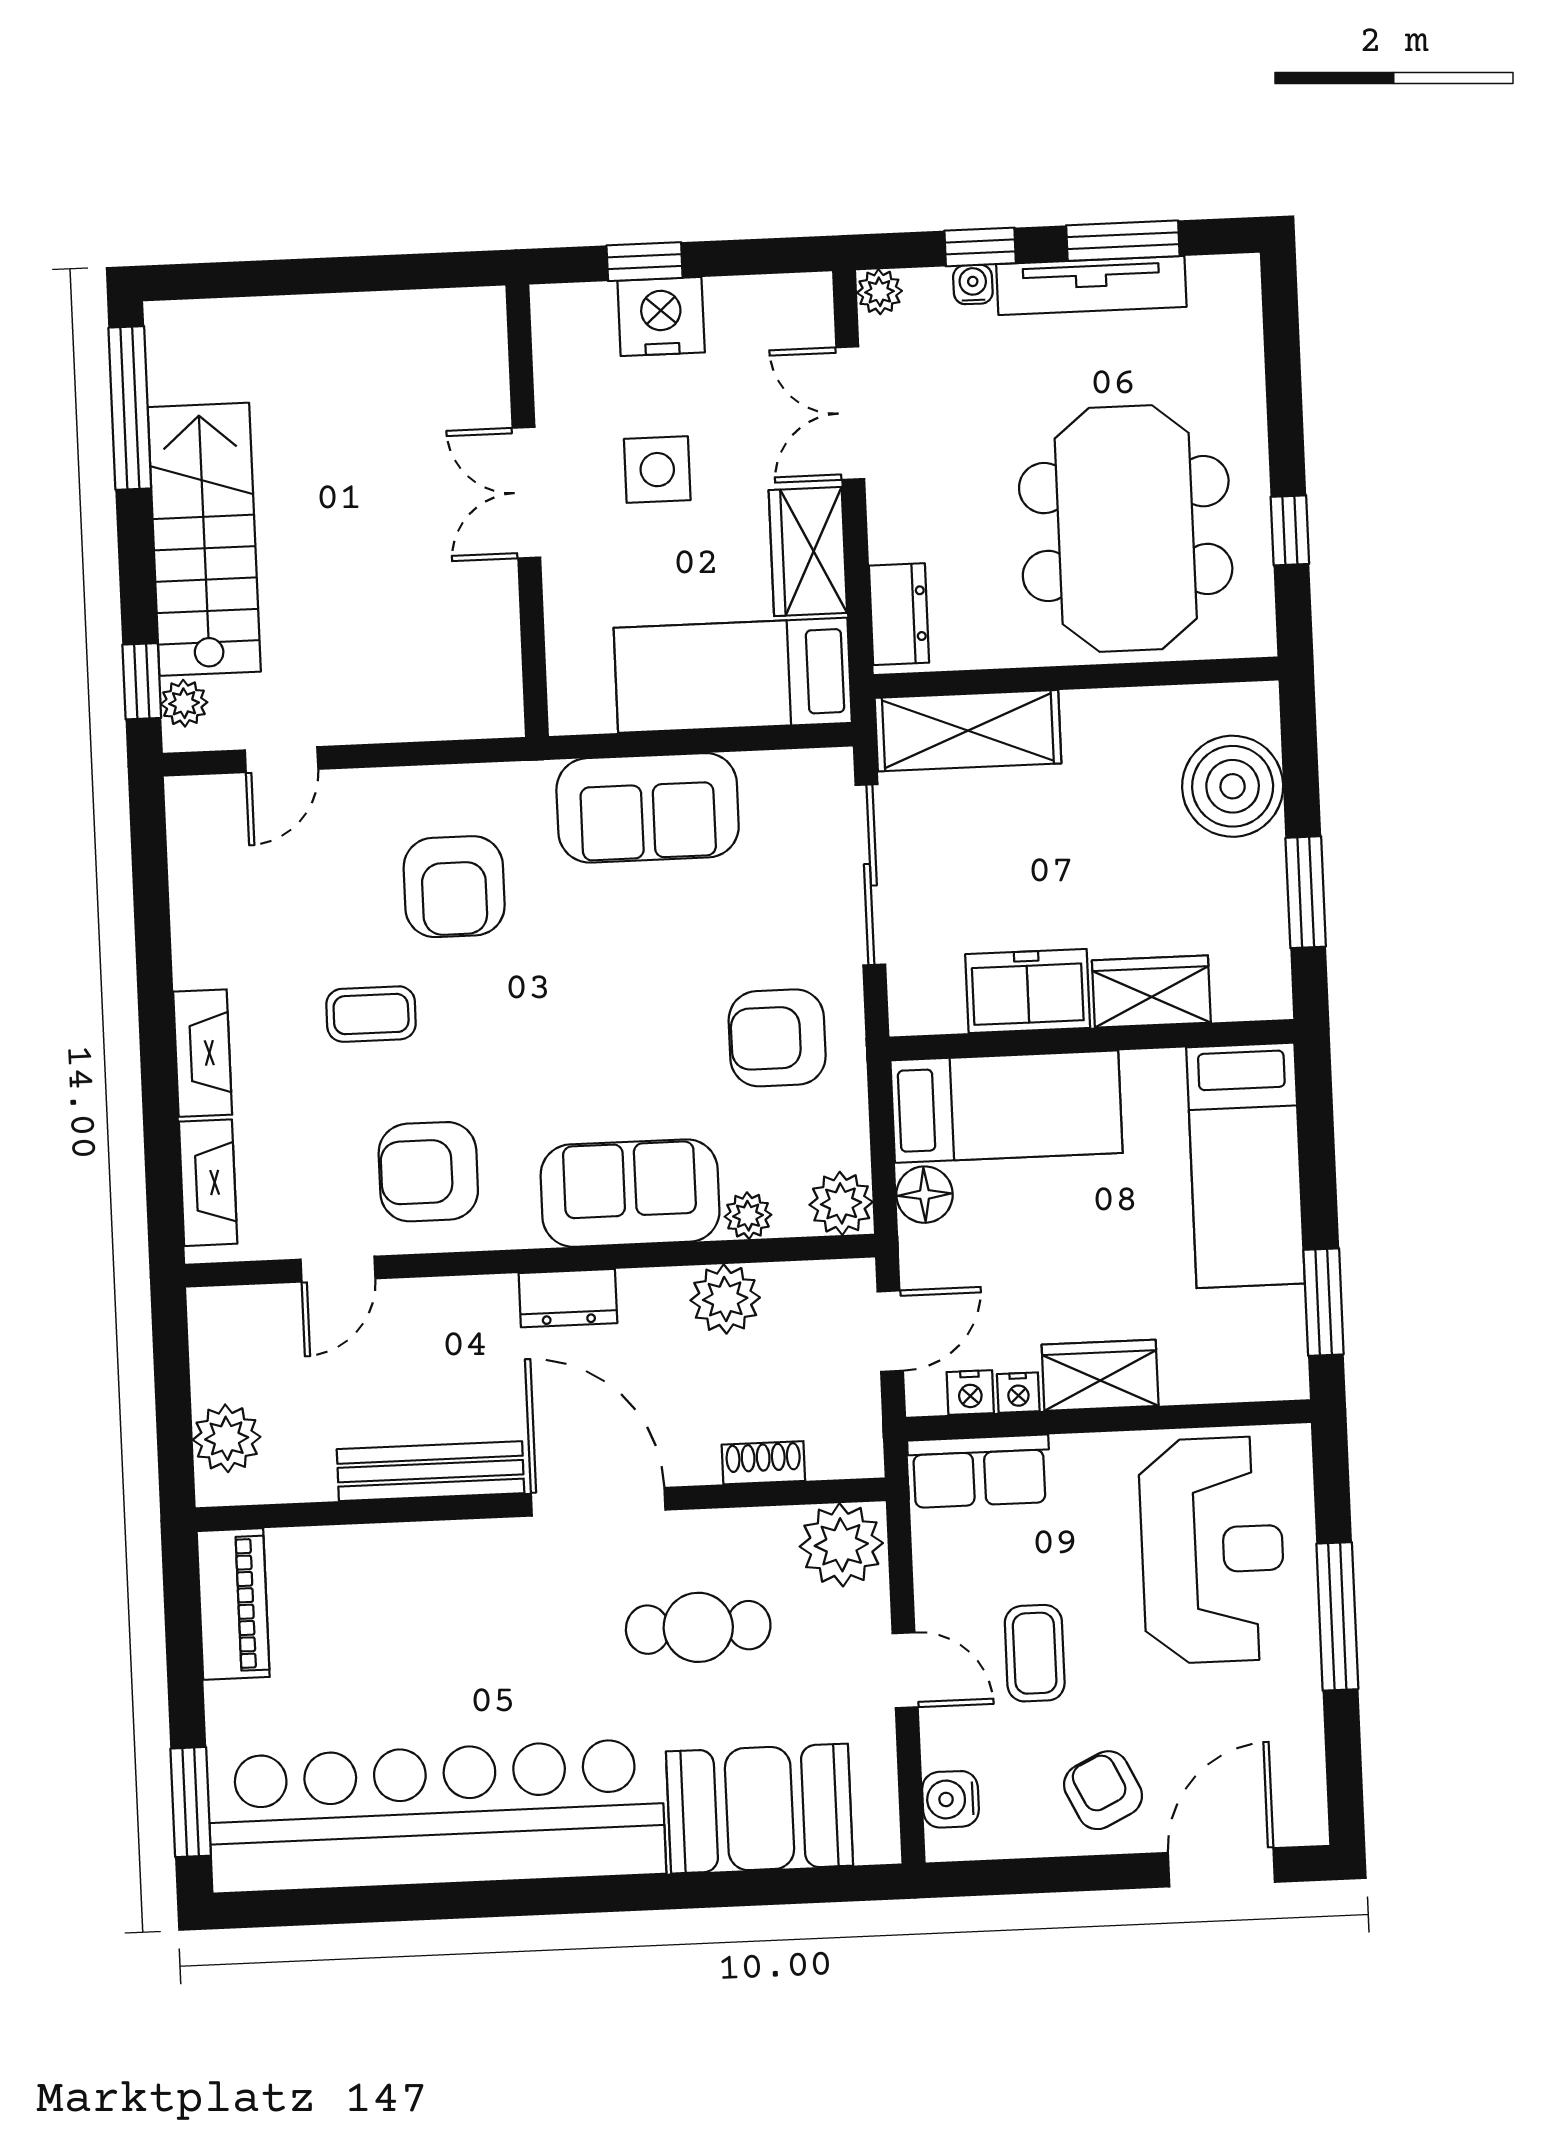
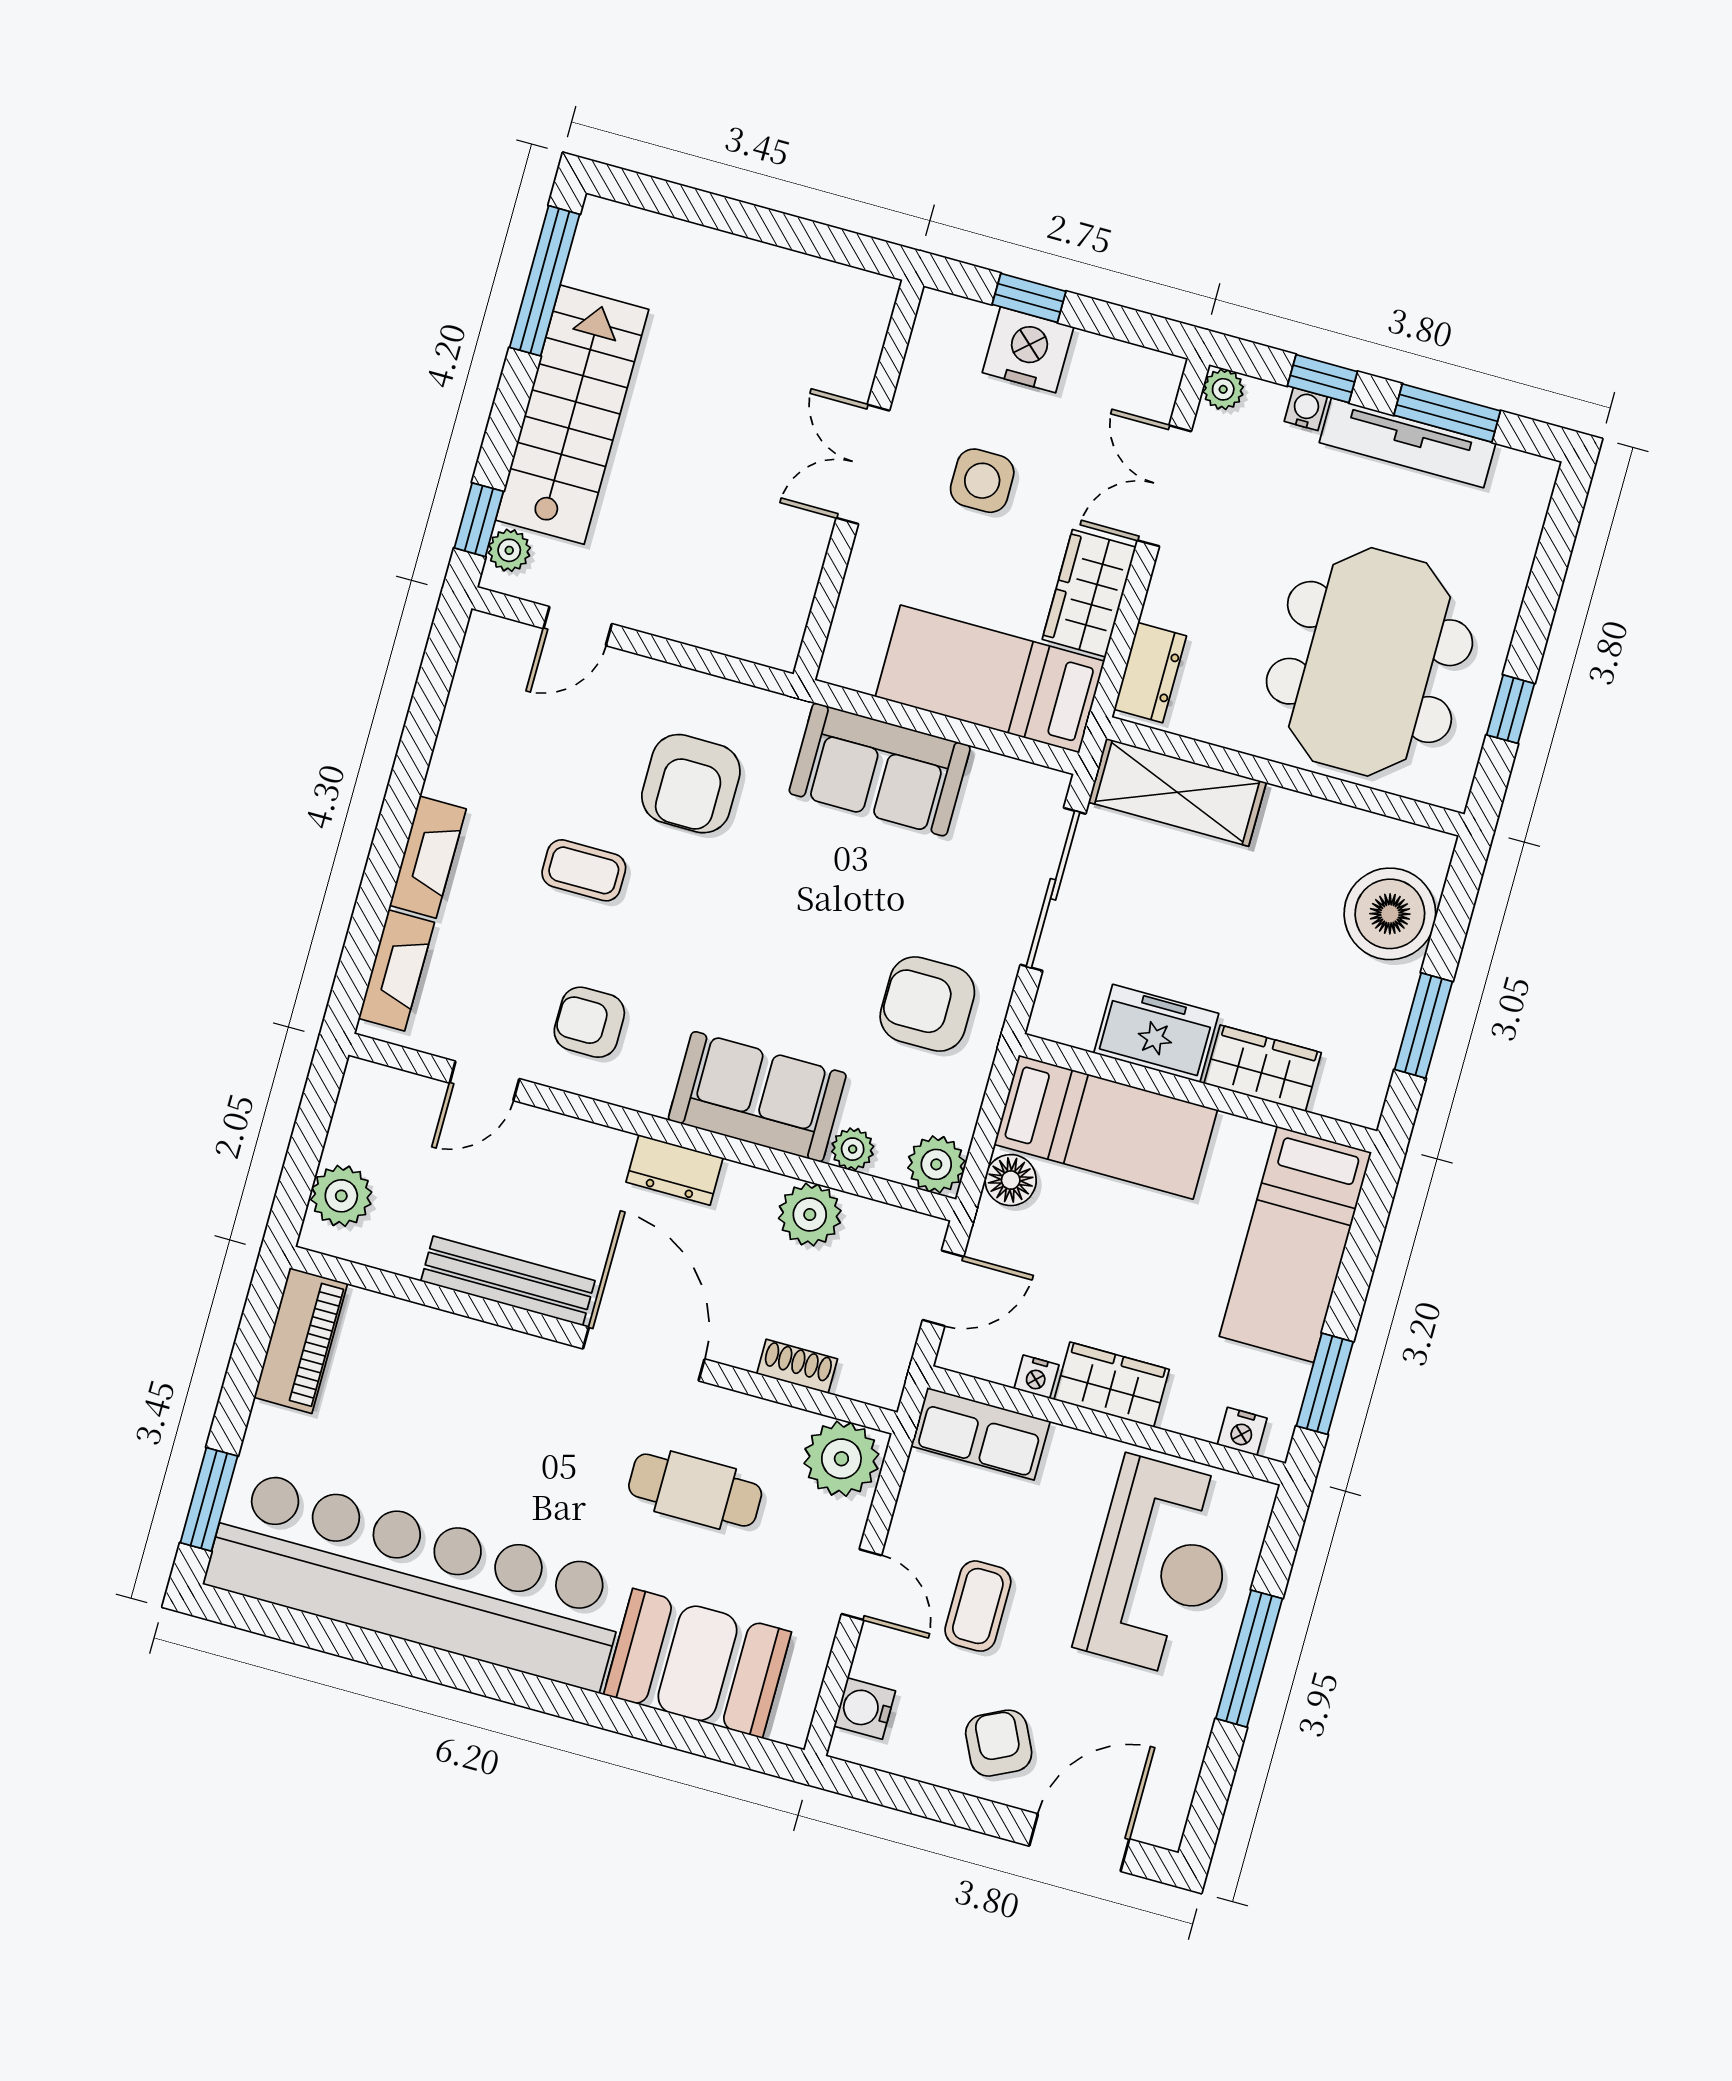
armchair: (428, 1172) -> (589, 1022), width x0.72, depth x0.72
nightstand: (970, 1393) -> (1242, 1431), moved

